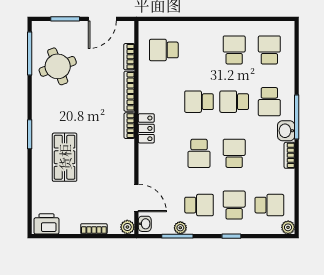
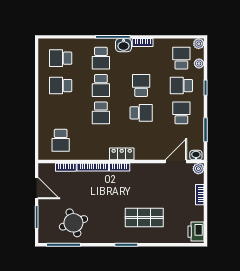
school desk: (269, 102) -> (101, 58), turned 90
school desk: (234, 153) -> (141, 86), turned 90
plant: (180, 228) -> (199, 64), moved

